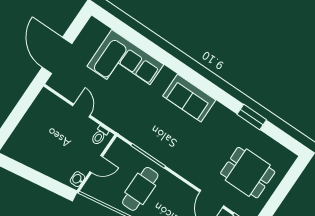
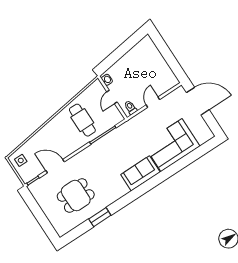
sofa: (189, 98) -> (140, 173), moved
door: (81, 111) -> (153, 102), swing flipped
dining table: (248, 173) -> (76, 196), moved

